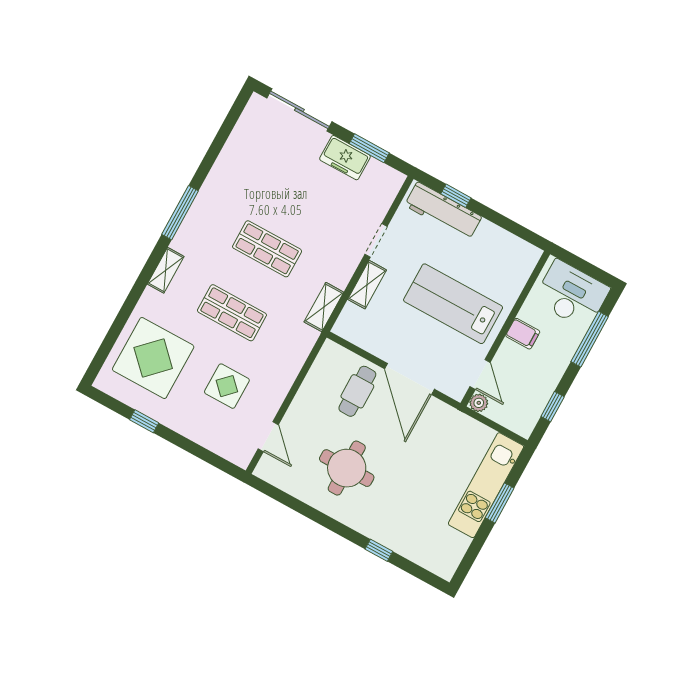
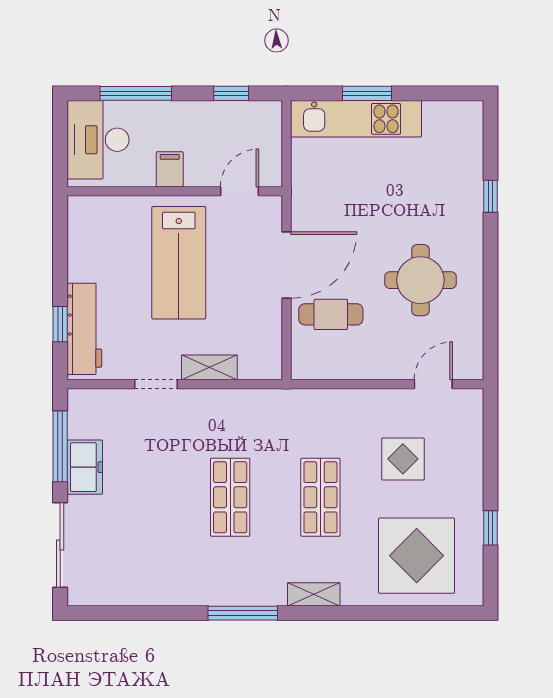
window: (369, 148) -> (60, 446), width x1.44
shelving: (324, 307) -> (259, 401), removed
plant: (479, 403) -> (271, 176), removed

